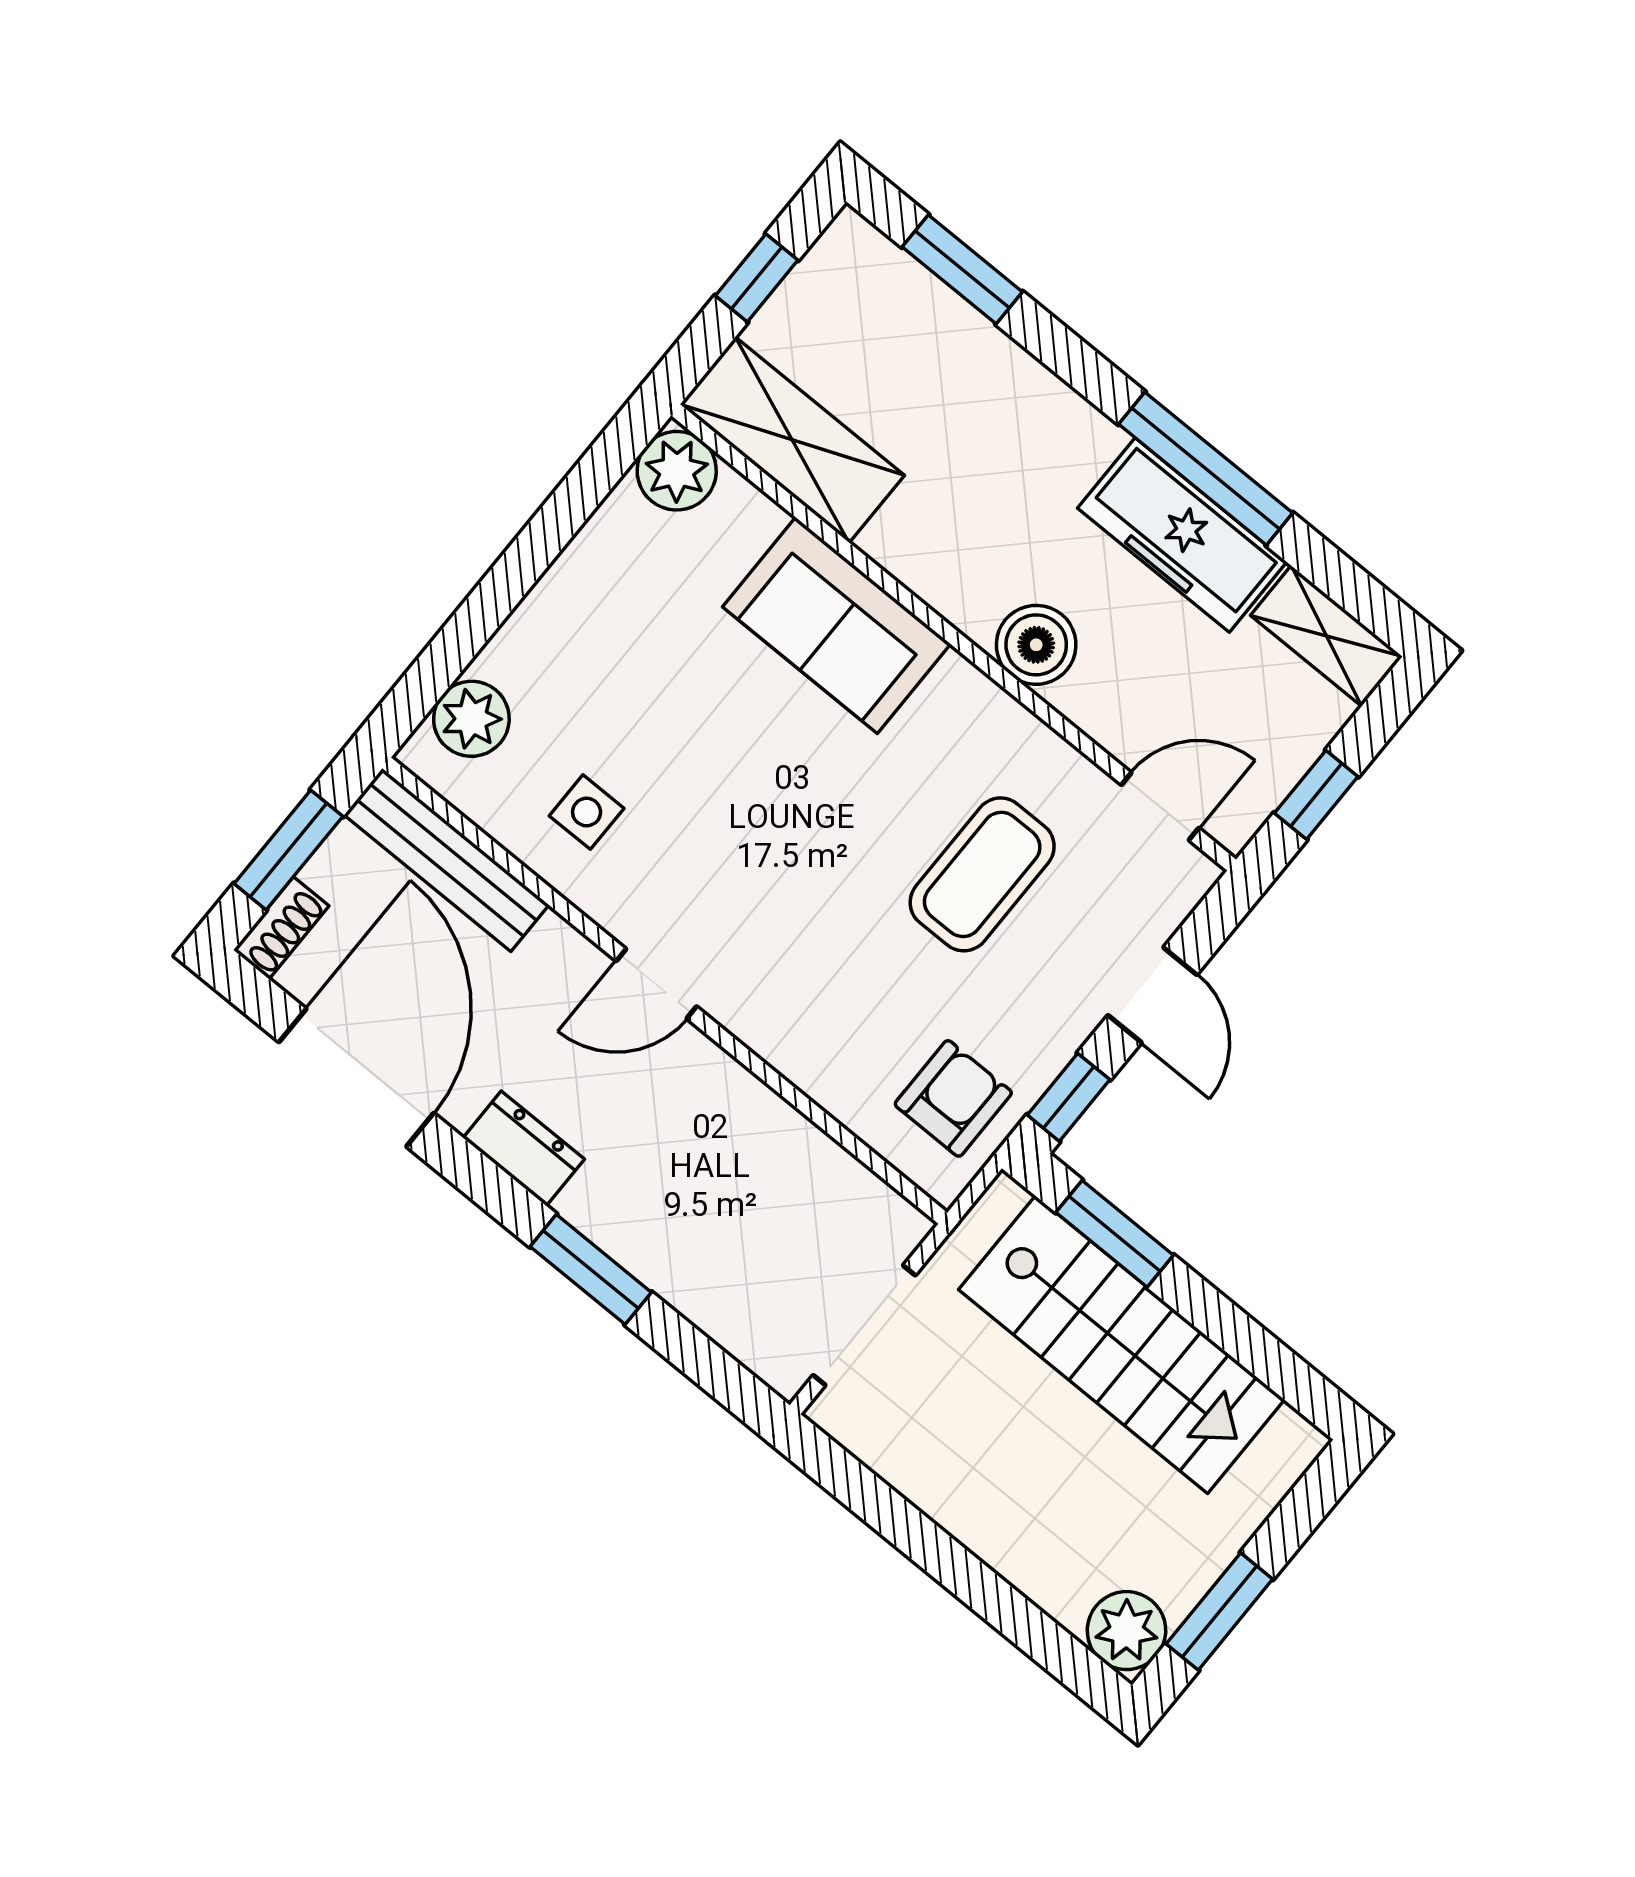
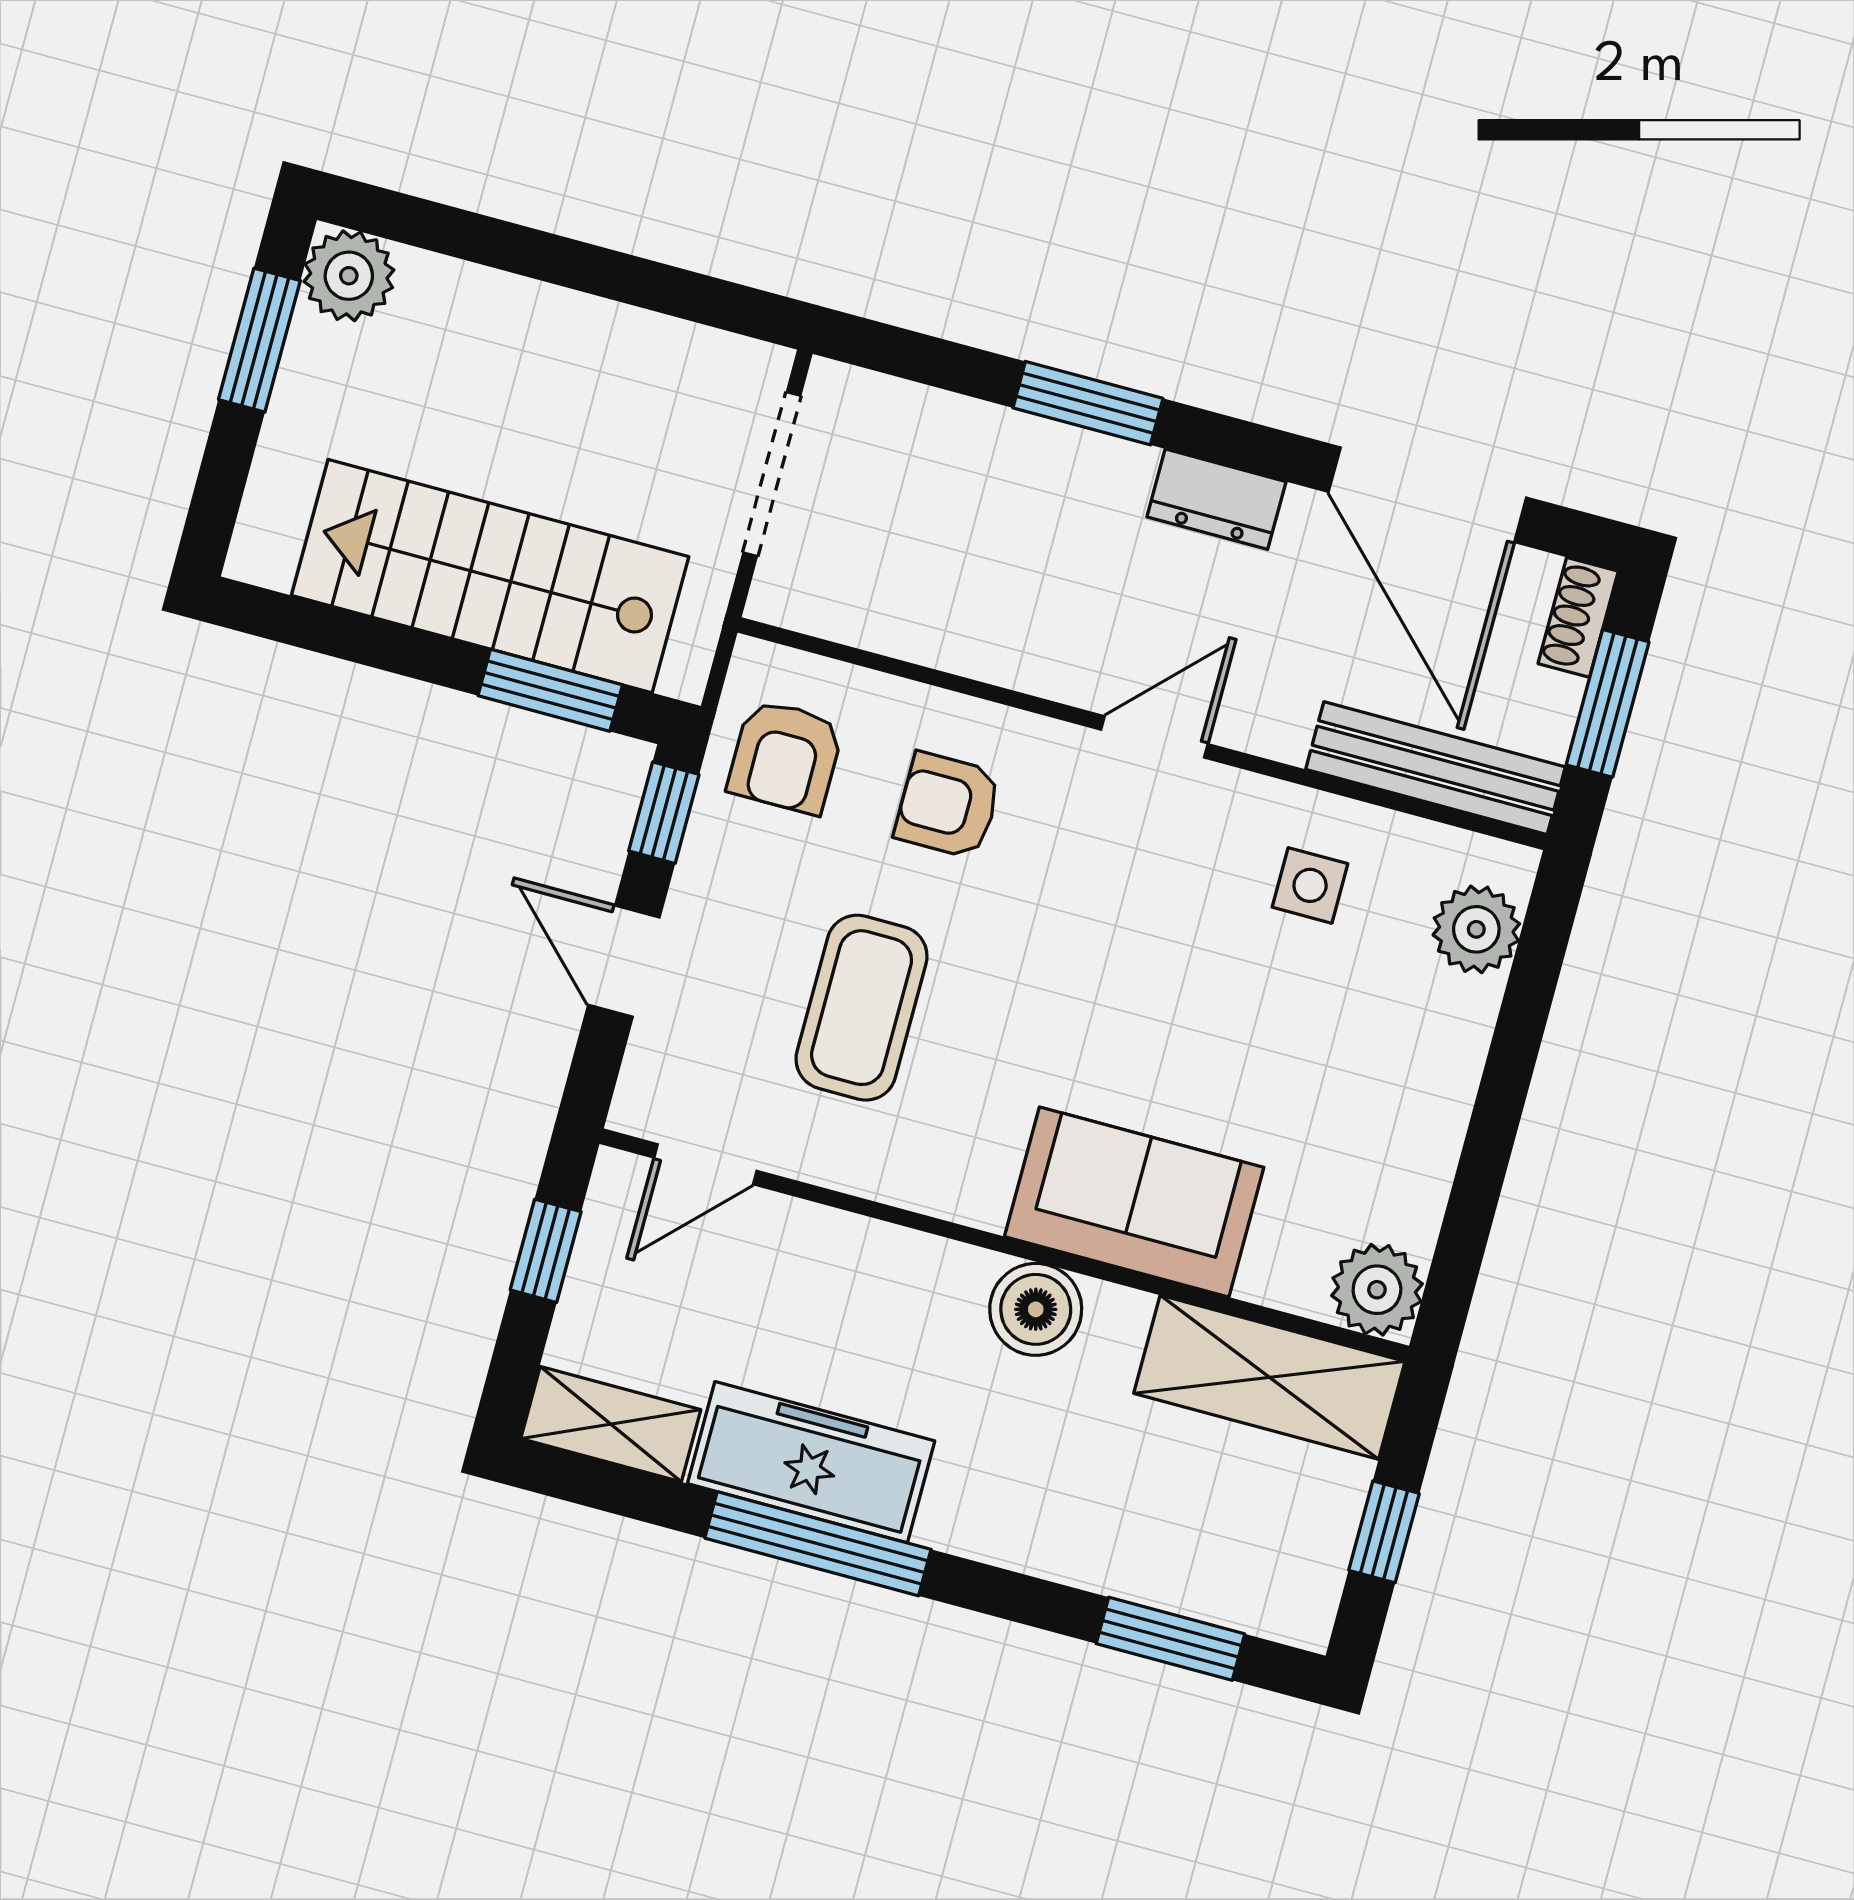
boiler: (1036, 645) -> (1036, 1309), moved
armchair: (843, 1003) -> (948, 805), added

